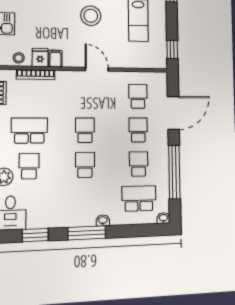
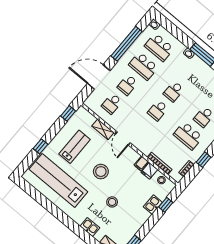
shelving: (125, 62) -> (103, 129), added
school desk: (139, 164) -> (143, 66), width x1.85

